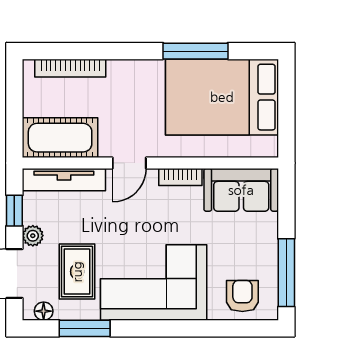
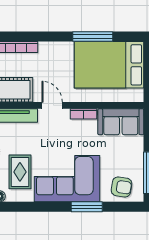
door: (129, 163) -> (52, 105), swing flipped
armchair: (242, 296) -> (121, 187), turned 99
window: (85, 328) -> (87, 207), moved

